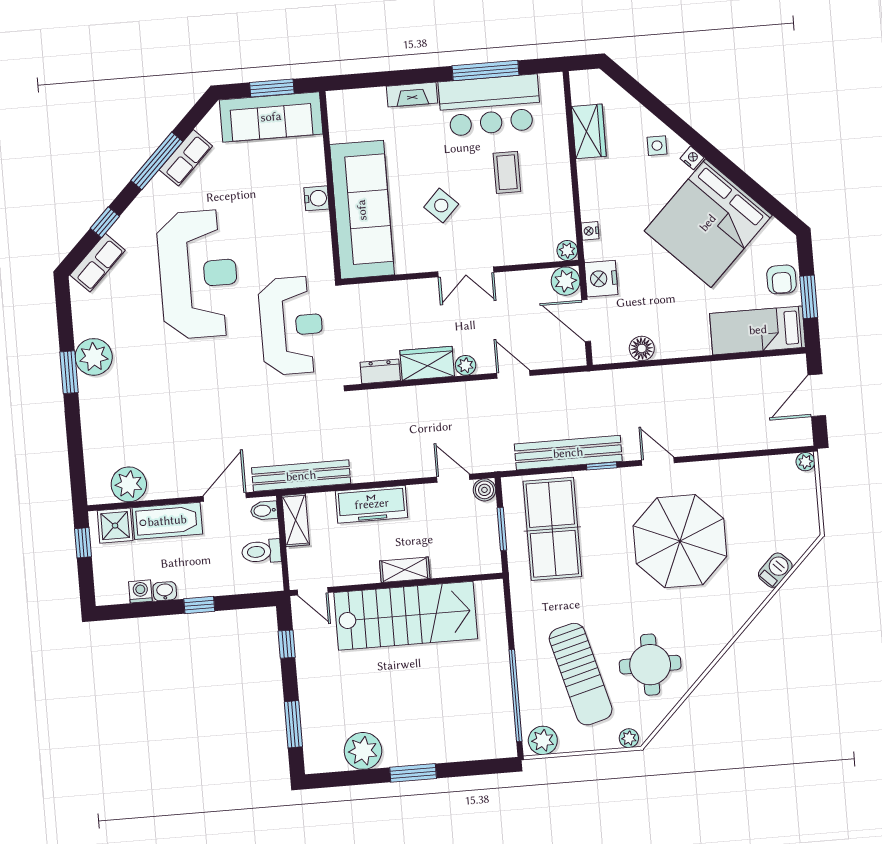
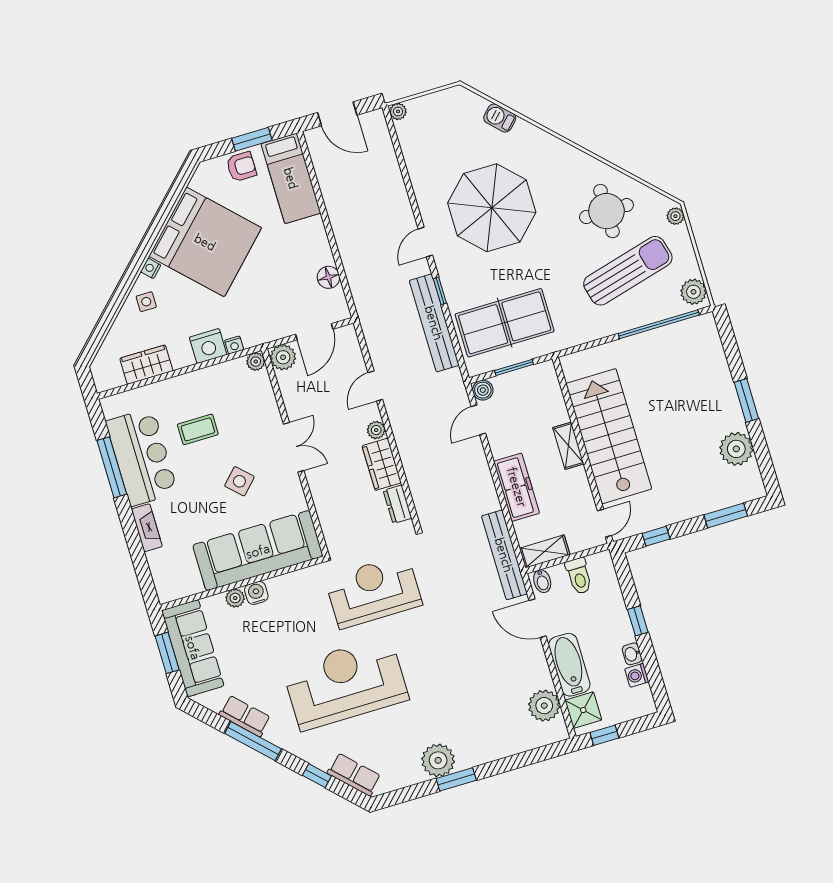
plant: (316, 174) -> (235, 598), added
nightstand: (601, 279) -> (208, 346), moved

